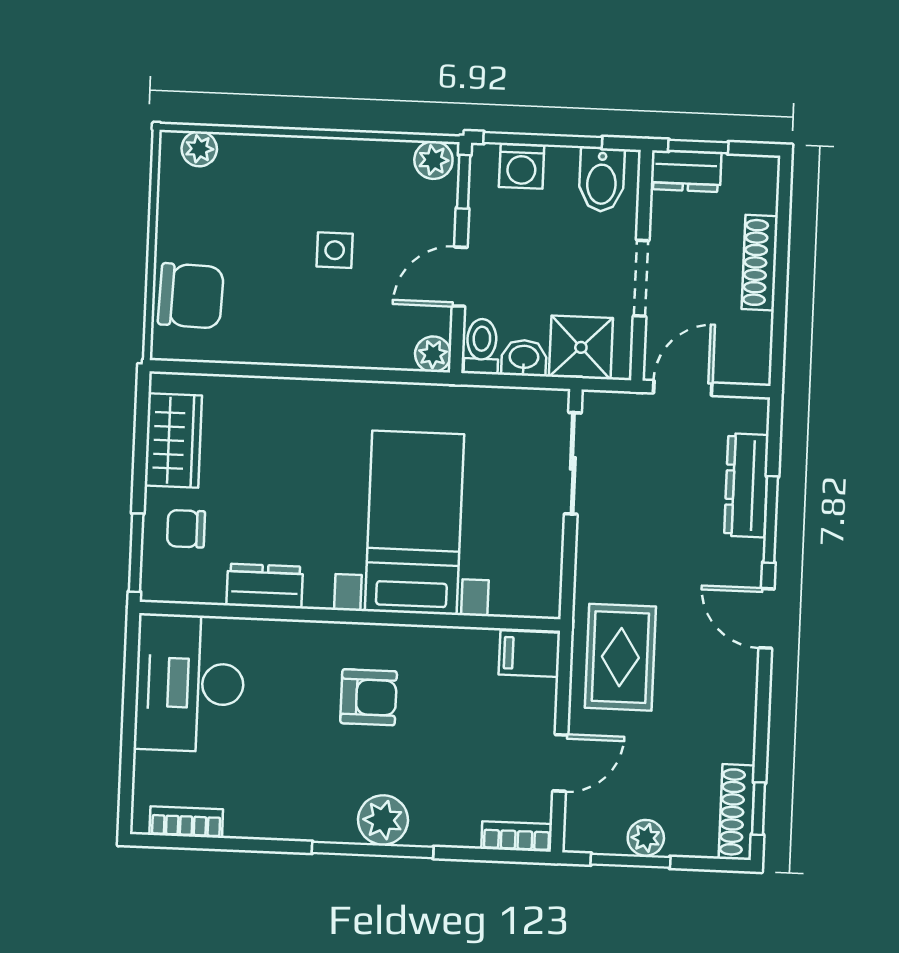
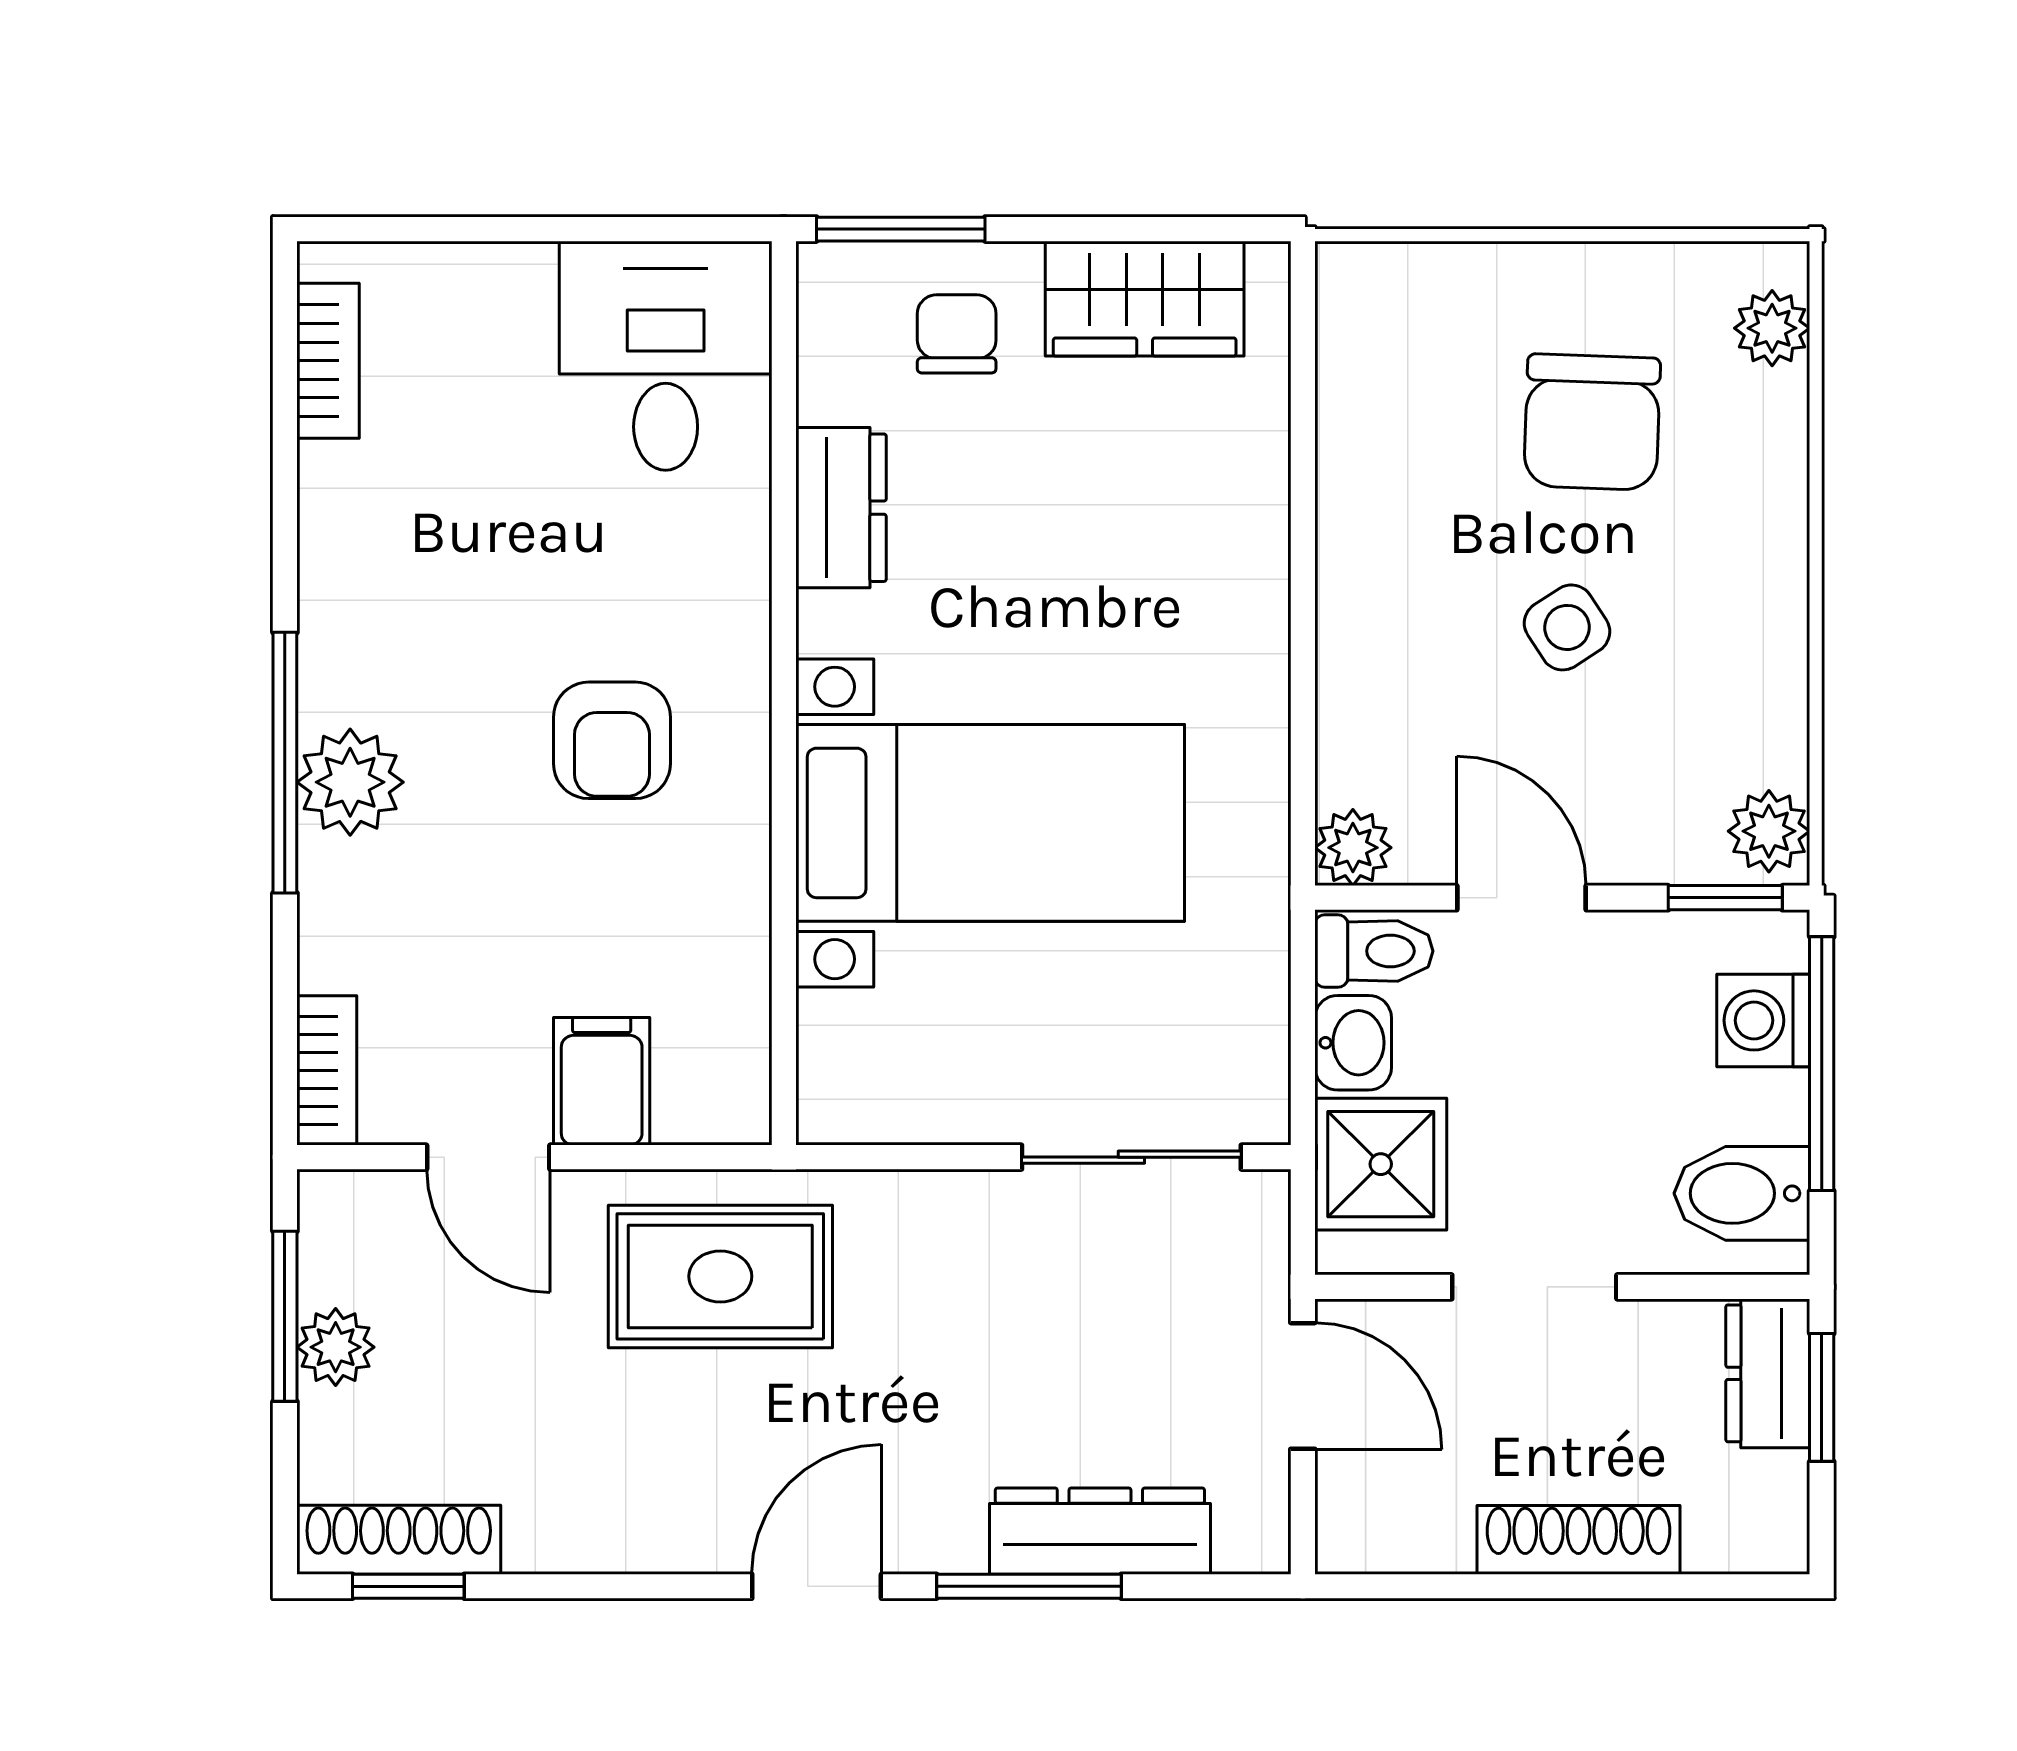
side table: (335, 250) -> (1567, 627), turned -33
chair: (191, 296) -> (1592, 422), moved
filing cabinet: (529, 654) -> (602, 1081), moved
desk: (190, 683) -> (666, 356), width x0.73

